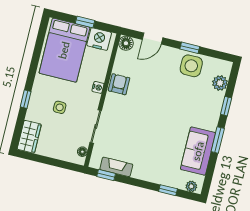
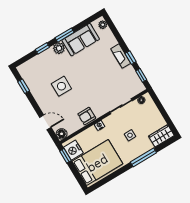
window: (85, 22) -> (65, 156), moved
window: (190, 48) -> (24, 86), moved
side table: (191, 66) -> (61, 86), moved
plant: (220, 83) -> (59, 48), moved
window: (26, 99) -> (143, 157), width x2.17
fireplace: (116, 167) -> (121, 56), moved
window: (168, 190) -> (131, 58), moved

